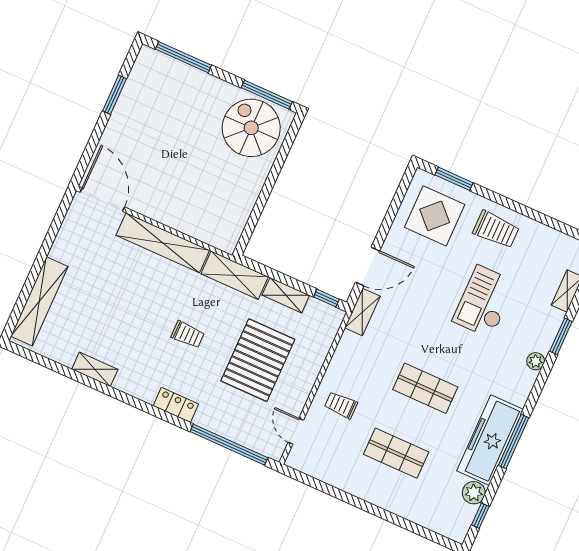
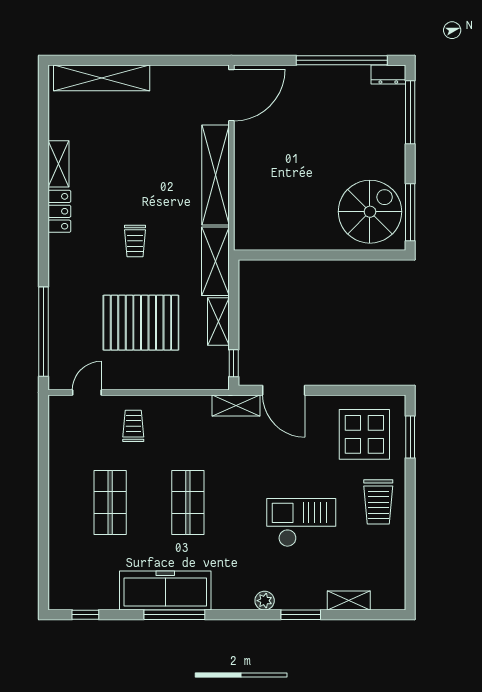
dresser: (144, 61) -> (388, 75), added
window: (114, 95) -> (342, 60), width x2.11
locker: (176, 405) -> (59, 211), moved
plant: (474, 493) -> (105, 598), removed

